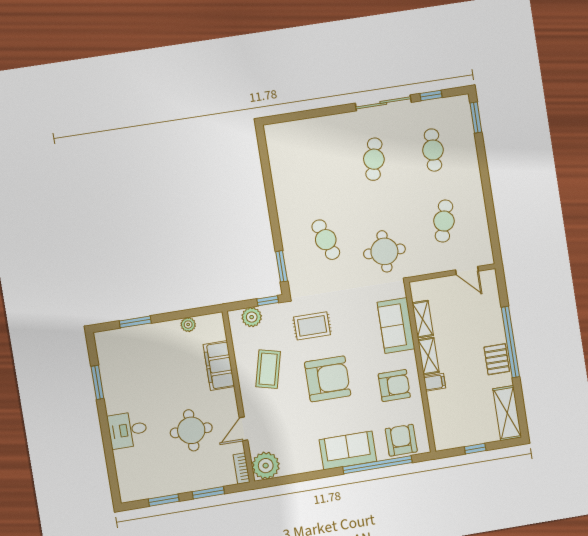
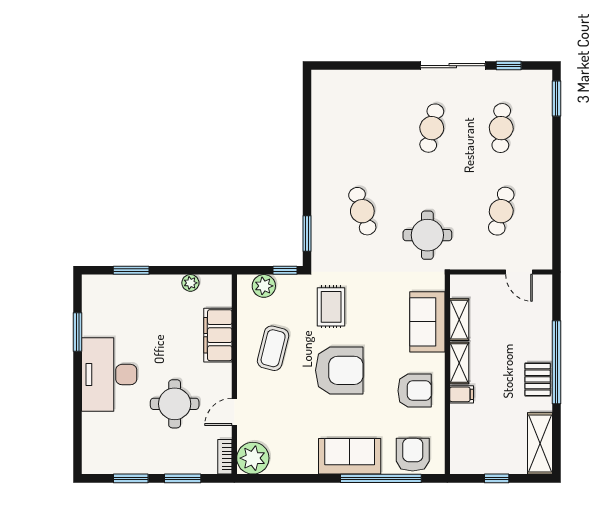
rug: (312, 326) -> (331, 307), turned 90
desk: (128, 430) -> (109, 375), width x1.87, depth x1.30

